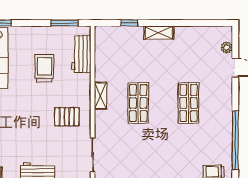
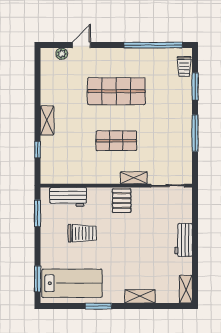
trolley: (44, 68) -> (82, 233), turned 180
shelving: (100, 96) -> (134, 178), moved
shop shelf: (189, 103) -> (116, 91), width x1.43, depth x1.36
pallet: (67, 117) -> (122, 201), moved

